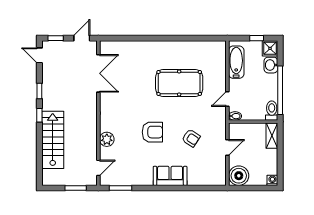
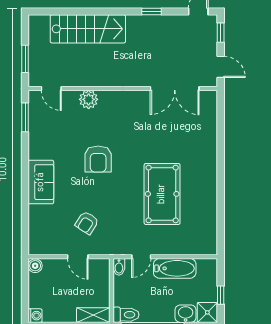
bathtub: (236, 62) -> (175, 268), moved
door: (227, 99) -> (141, 257), swing flipped
window: (39, 115) -> (120, 11), removed
armchair: (191, 138) -> (87, 223), moved
boiler: (239, 176) -> (35, 266), width x0.54, depth x0.54

